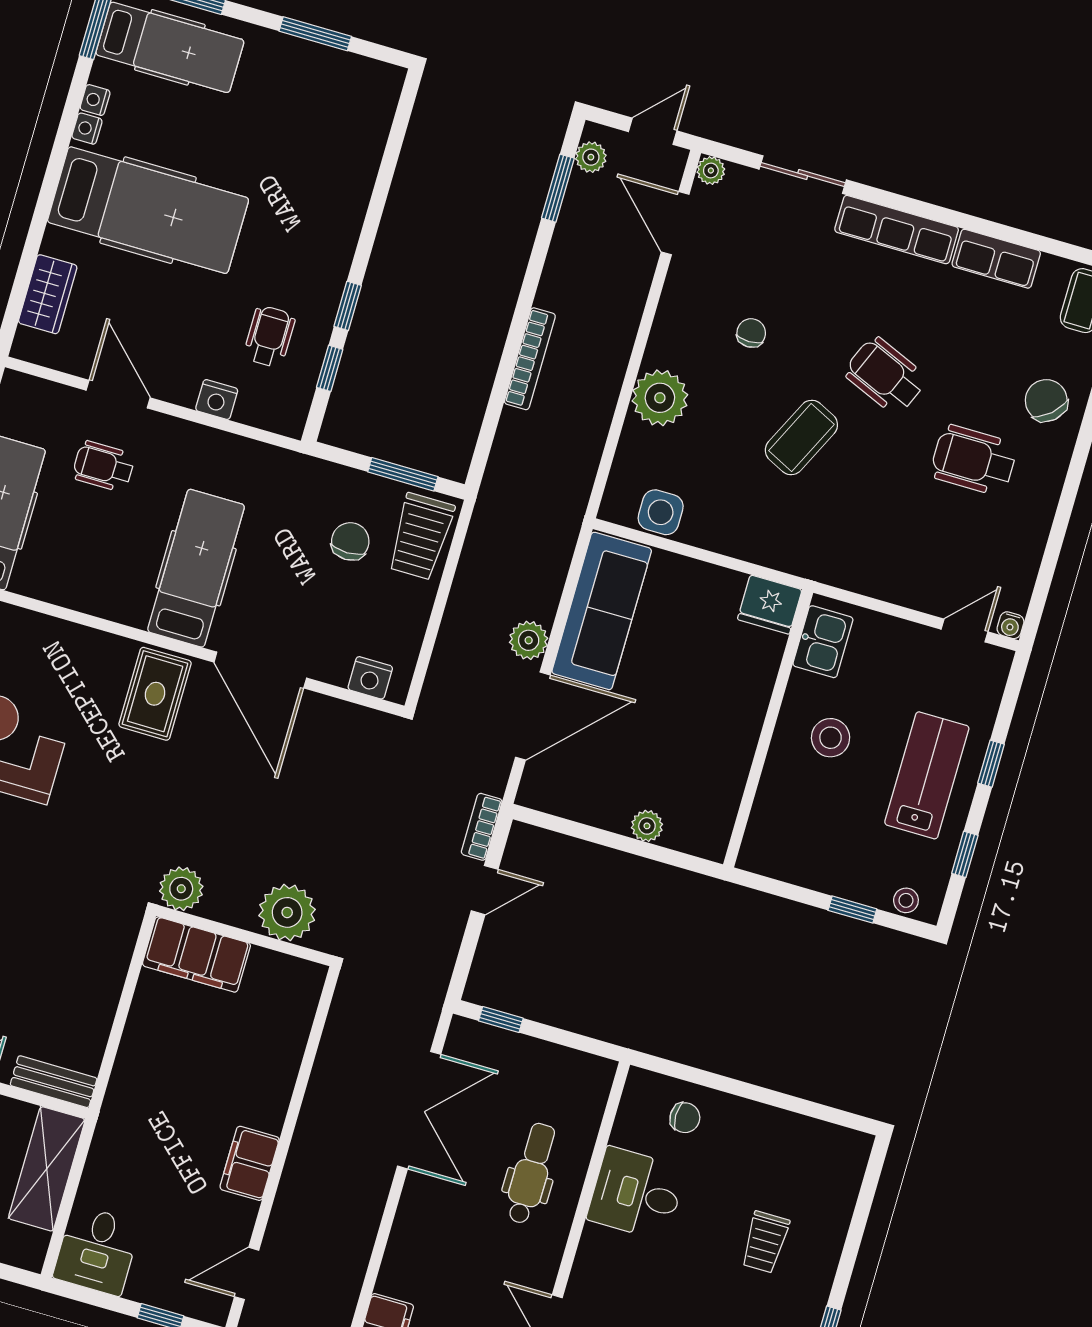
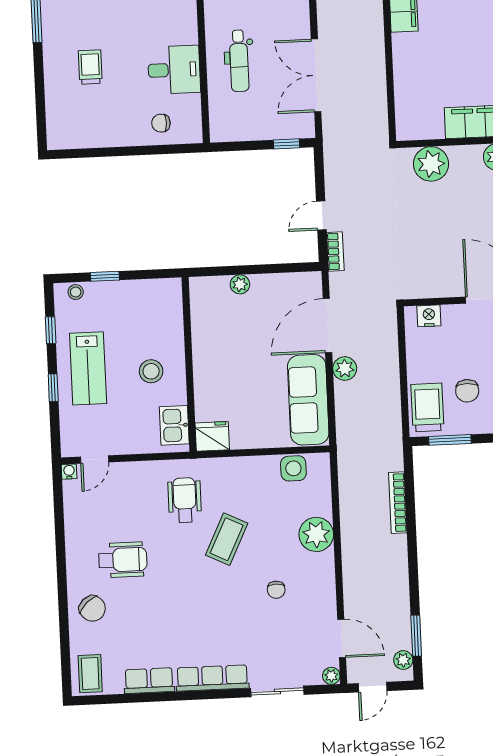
bookcase: (530, 359) -> (398, 503), moved
wheelchair: (885, 376) -> (185, 500), moved, turned -113

